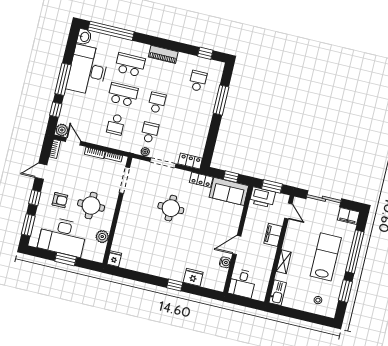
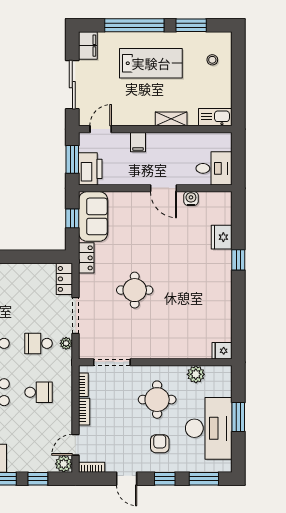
filing cabinet: (273, 235) -> (138, 142), width x0.50
lab bench: (326, 257) -> (151, 63), turned 180

